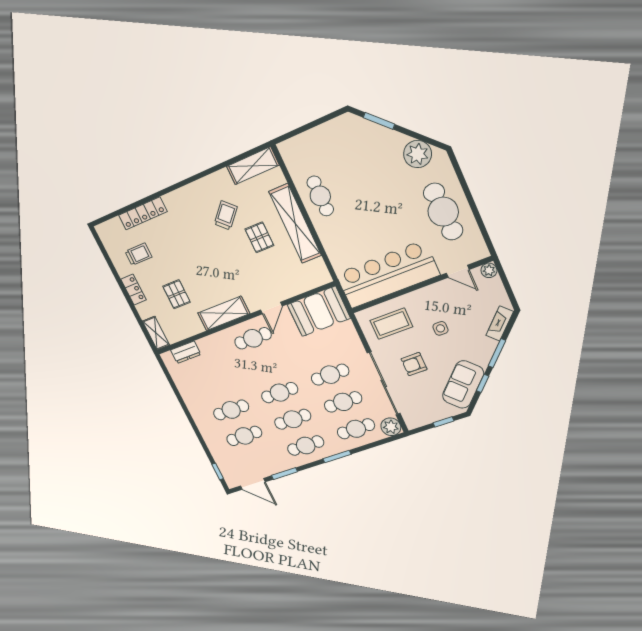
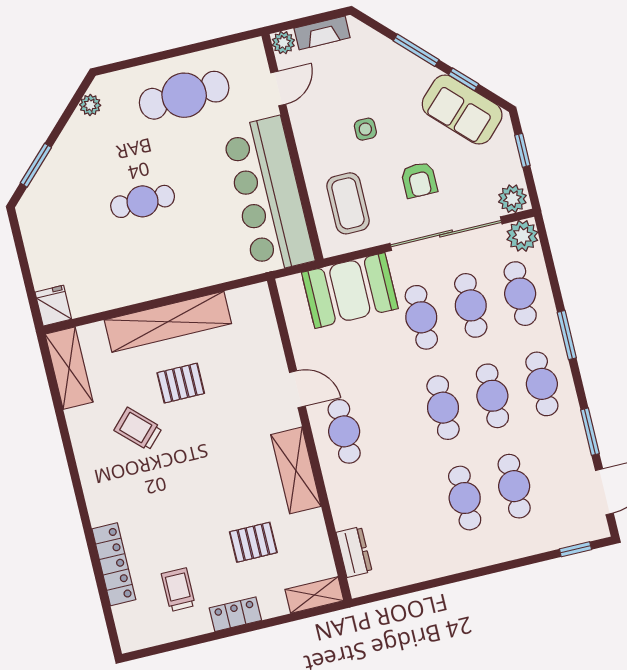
fridge: (290, 149) -> (53, 306), added
plant: (418, 154) -> (90, 105), width x0.53, depth x0.53
cafe table: (320, 196) -> (143, 201), moved
booth: (319, 311) -> (350, 291), moved, turned 90
fireplace: (500, 323) -> (322, 33), moved, turned -45
plant: (412, 419) -> (512, 199), added

